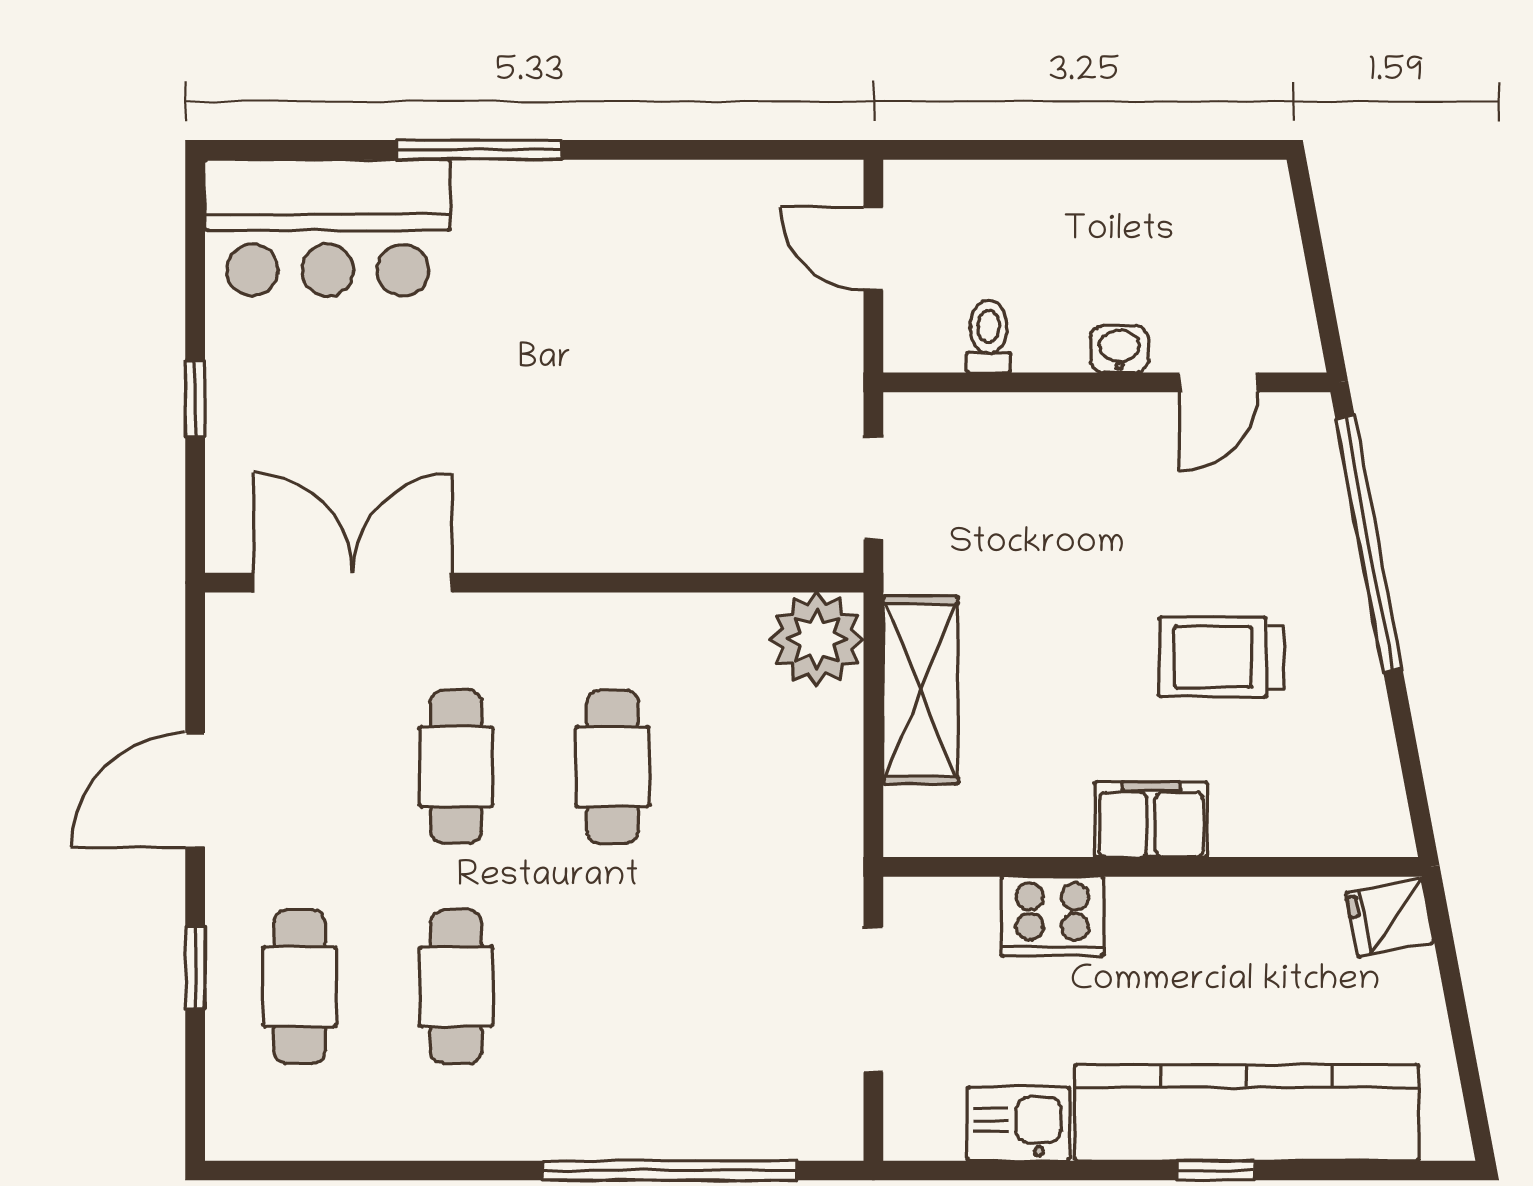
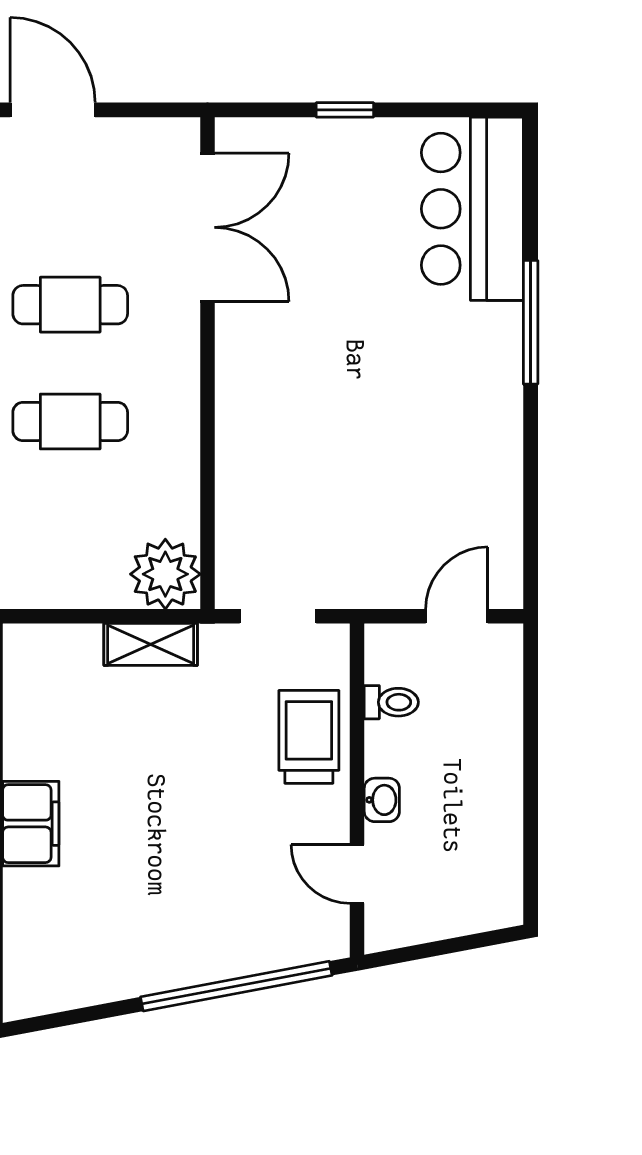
trolley: (1221, 657) -> (309, 737), moved
shelving: (921, 690) -> (151, 644), width x0.67, depth x0.75

